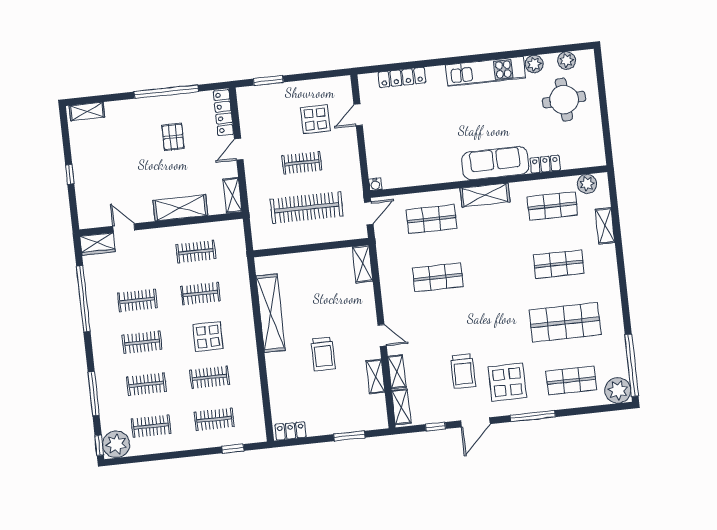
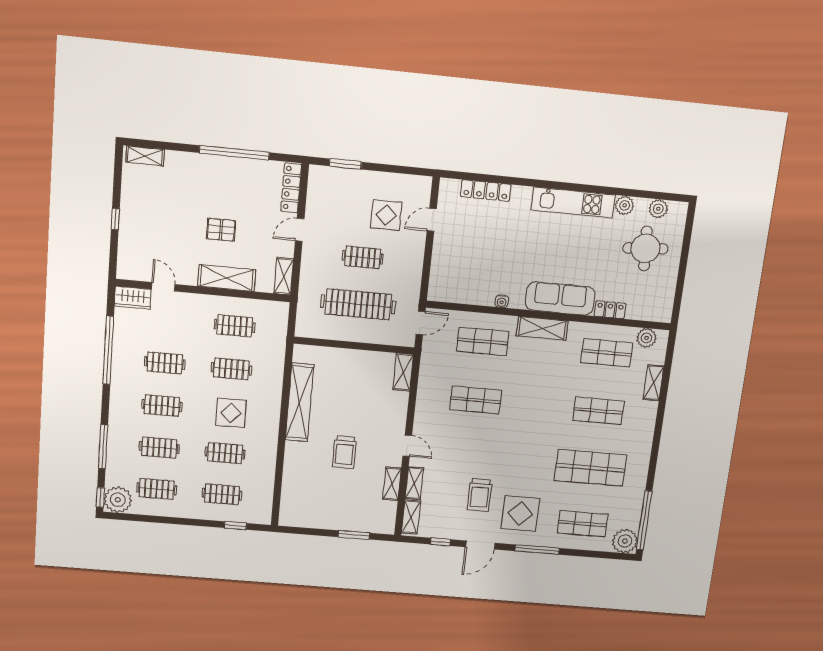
pallet: (173, 137) -> (221, 230), moved, turned 90
water cooler: (375, 184) -> (502, 301), moved
locker: (290, 431) -> (296, 519), removed

